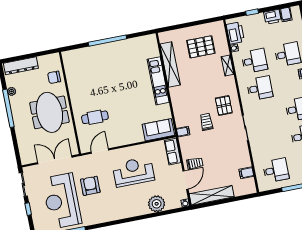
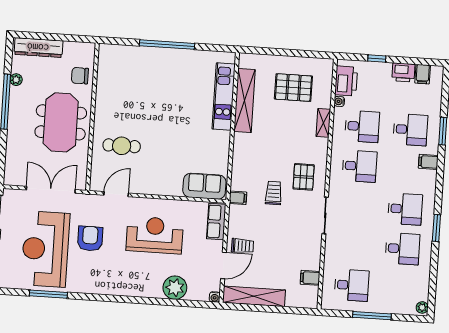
kitchen unit: (158, 81) -> (224, 97), moved

